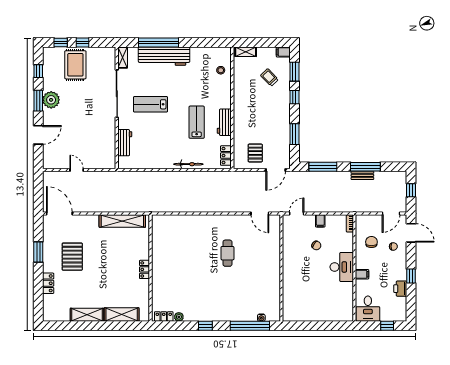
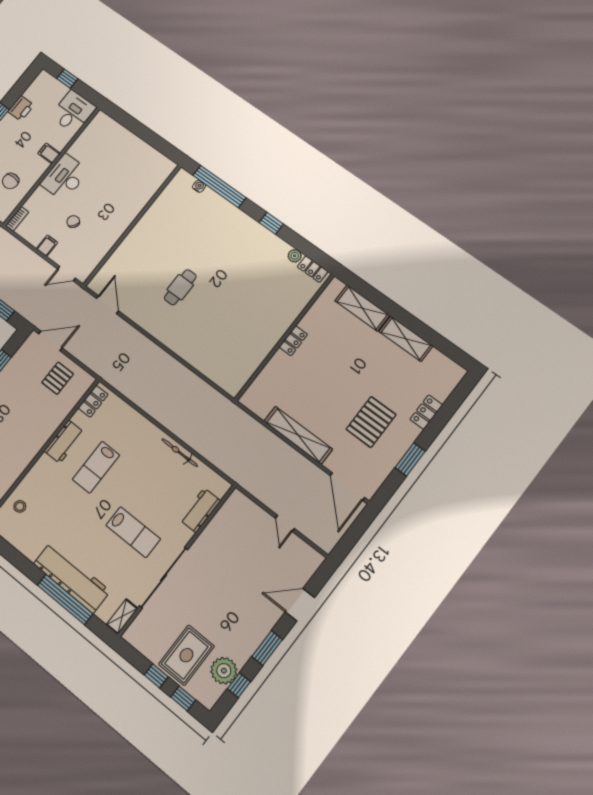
plant: (51, 100) -> (224, 671), moved
bicycle: (188, 164) -> (180, 453), moved
shelving: (122, 221) -> (298, 435), moved

